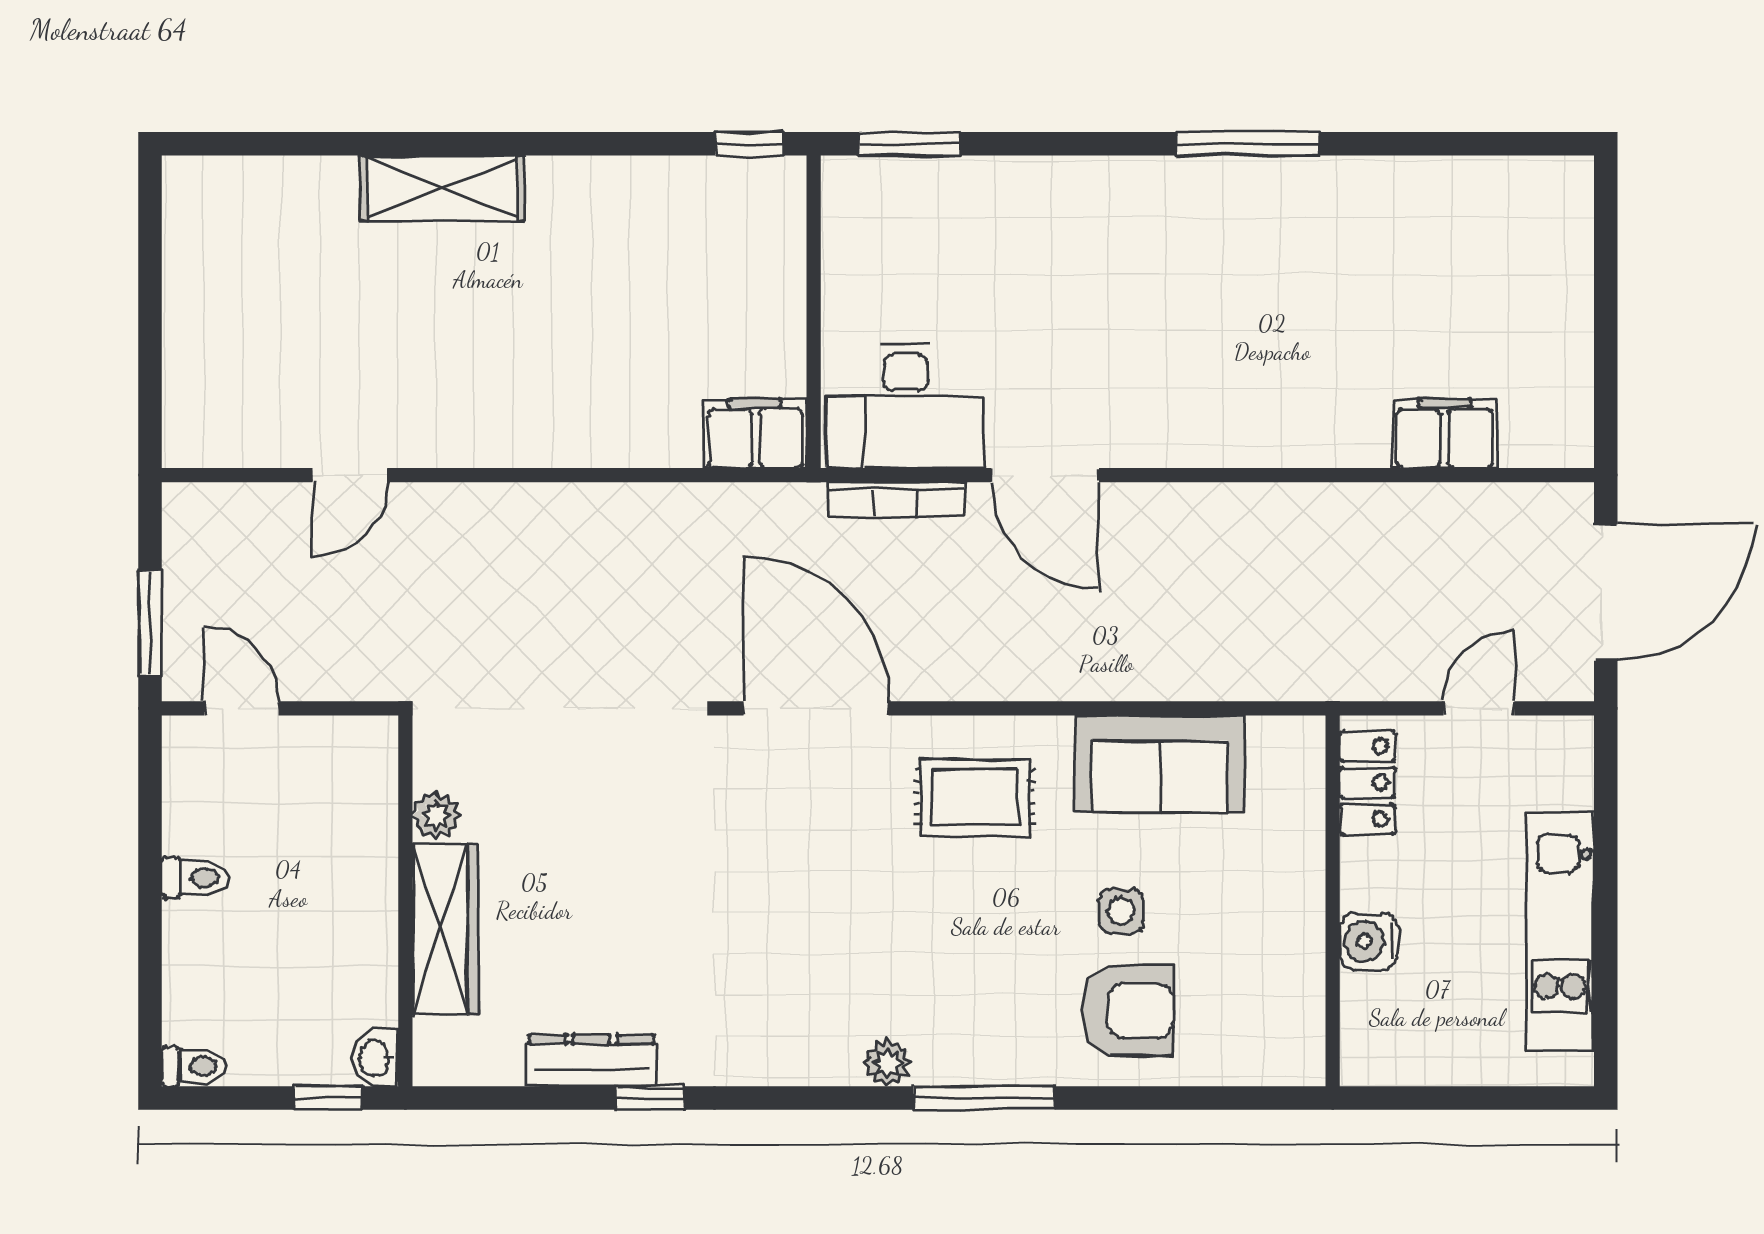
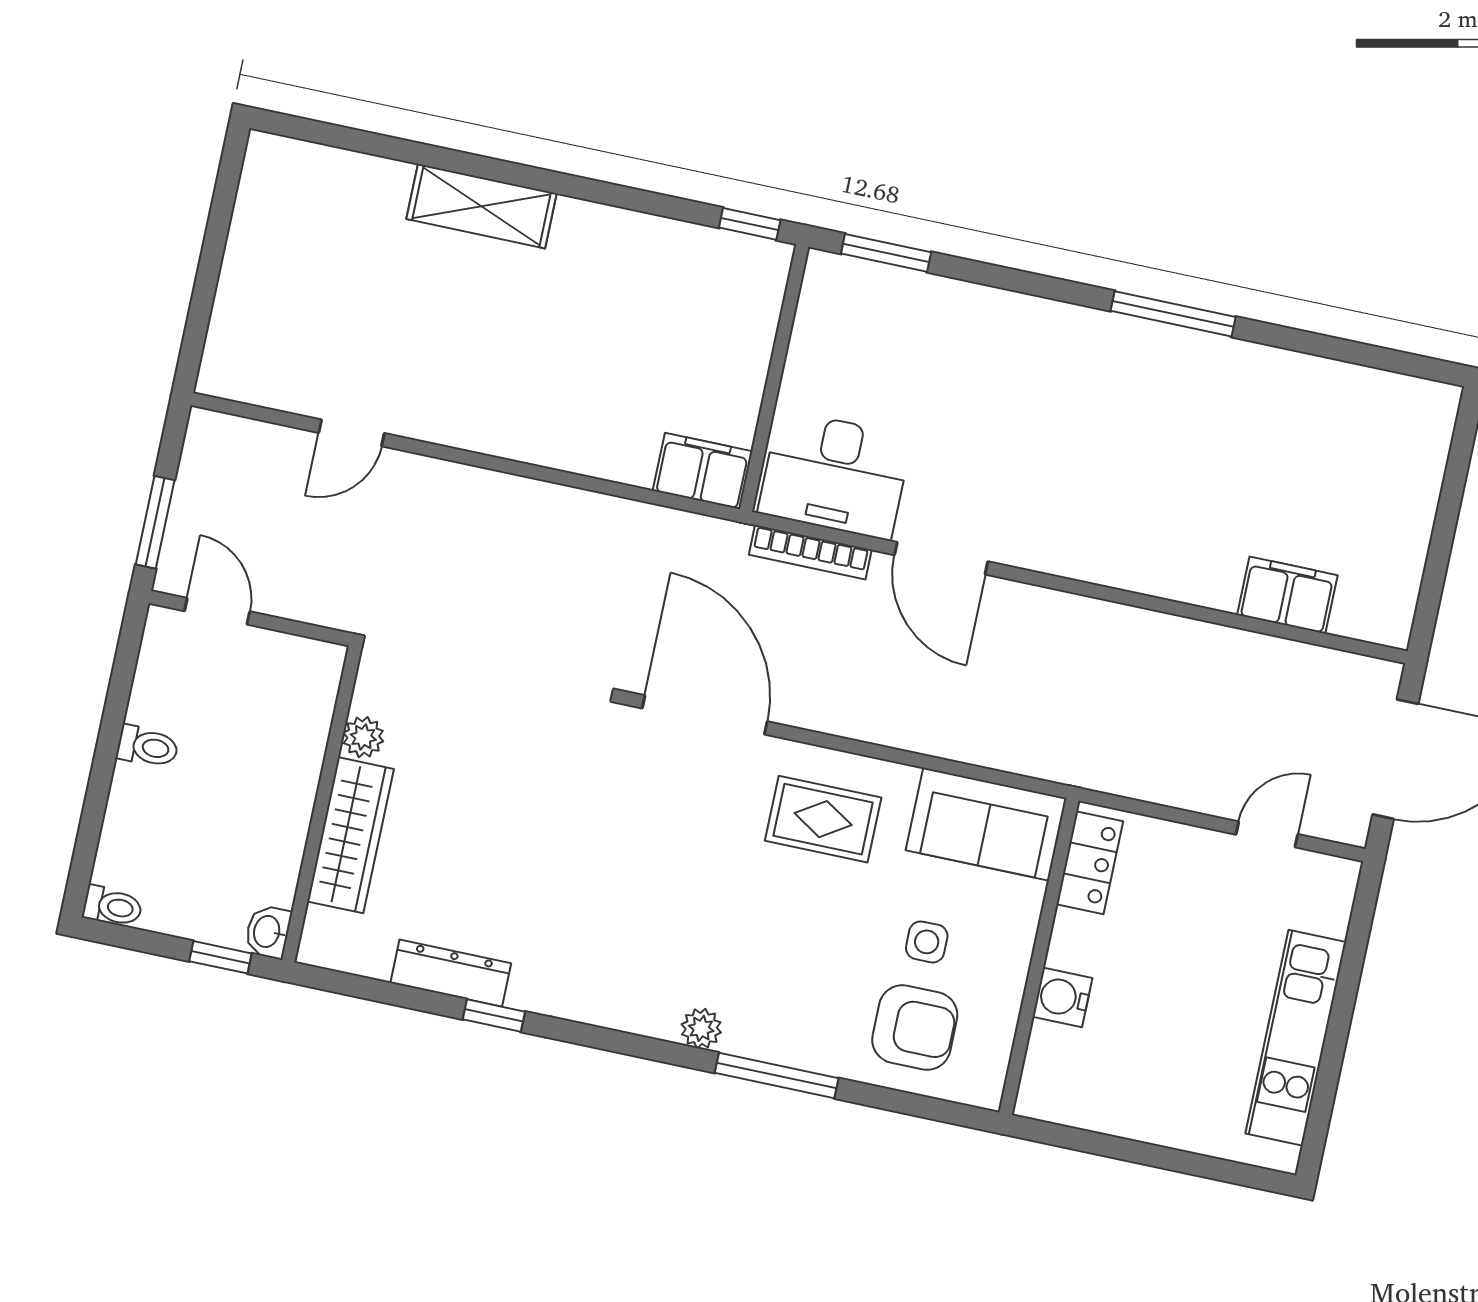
locker: (1367, 783) -> (1090, 863), moved
wall: (1333, 901) -> (1039, 957), moved
water cooler: (1369, 941) -> (1062, 997), moved

